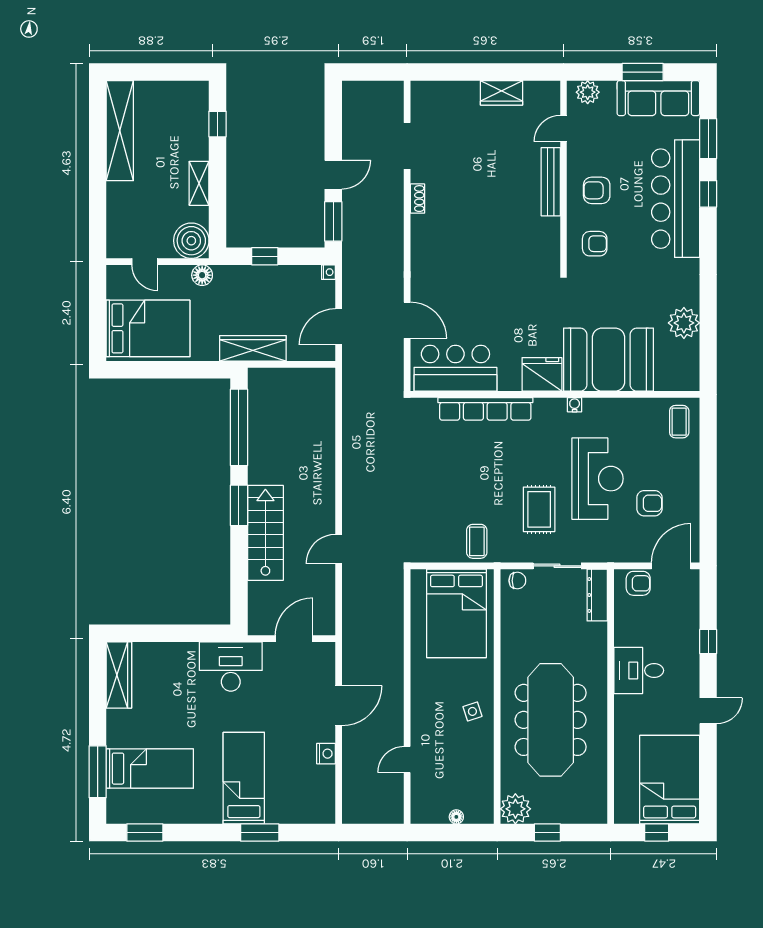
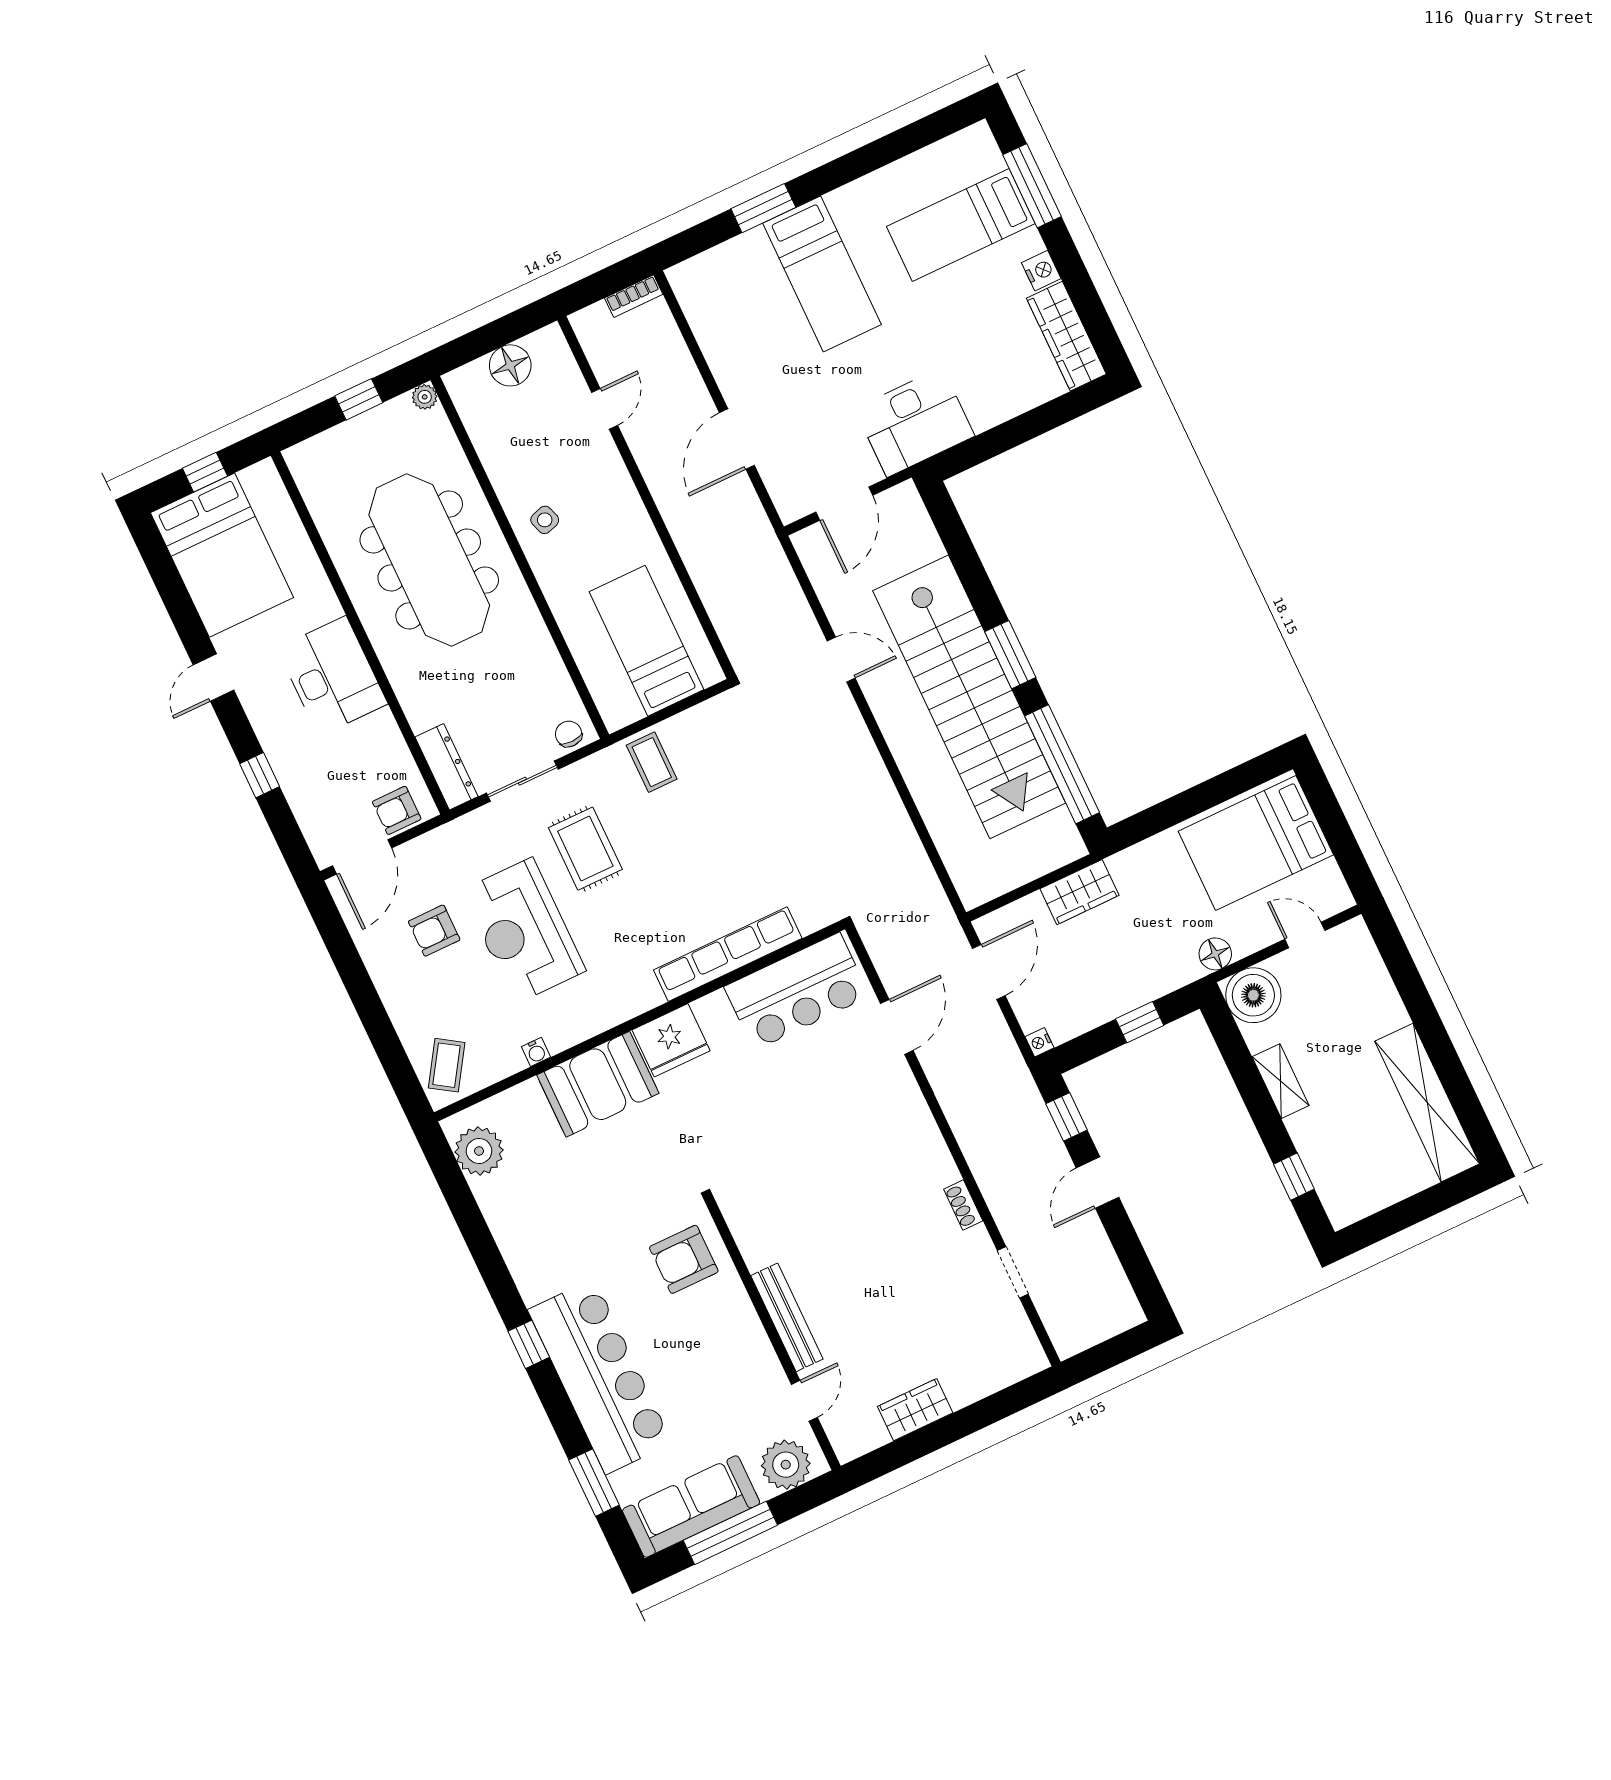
window: (643, 72) -> (730, 1533), width x1.44
plant: (588, 92) -> (786, 1465), width x1.36, depth x1.36
doorway: (407, 146) -> (1013, 1272), width x0.73
armchair: (597, 190) -> (716, 1336), removed
window: (708, 194) -> (529, 1344), moved
window: (333, 221) -> (1067, 1117), width x0.67
armchair: (595, 244) -> (684, 1259), width x1.38, depth x1.38
door: (407, 320) -> (897, 1027), swing flipped
plant: (684, 323) -> (479, 1151), moved
wardrobe: (253, 348) -> (1079, 892), width x0.67
booth: (608, 360) -> (598, 1084), width x0.73, depth x0.70
water cooler: (575, 405) -> (536, 1052), moved
coffee table: (679, 422) -> (447, 1065), turned 33
stairs: (265, 533) -> (969, 697), width x1.86, depth x1.51
door: (339, 549) -> (841, 659), hinge flipped
chair: (517, 581) -> (569, 734), turned 90
bed: (456, 613) -> (646, 641), width x0.67
desk: (639, 670) -> (332, 676), width x1.37
nightstand: (326, 754) -> (1041, 271), moved, turned 180
plant: (515, 809) -> (425, 397), width x0.53, depth x0.53
bookcase: (359, 817) -> (634, 296), added
floor lamp: (456, 817) -> (510, 365), width x1.89, depth x1.89
window: (145, 833) -> (925, 132), removed

